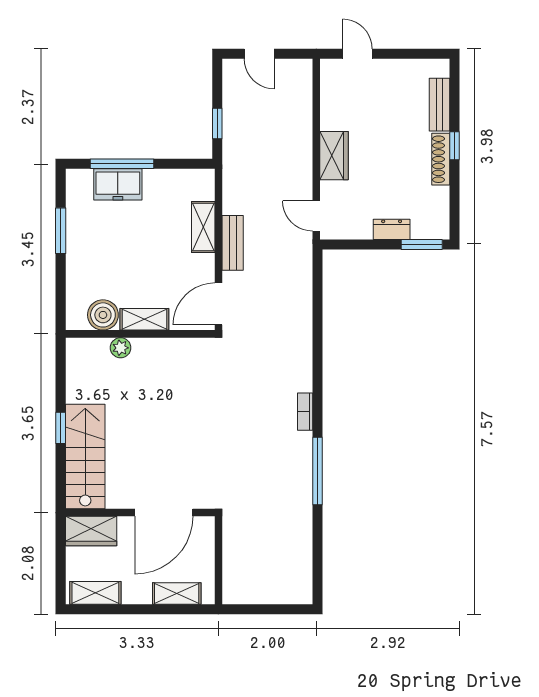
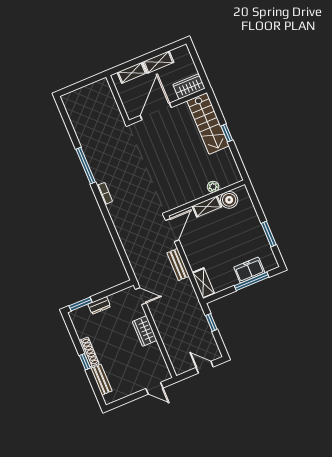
shelving: (203, 227) -> (203, 283), moved
shelving: (95, 593) -> (158, 62), moved

